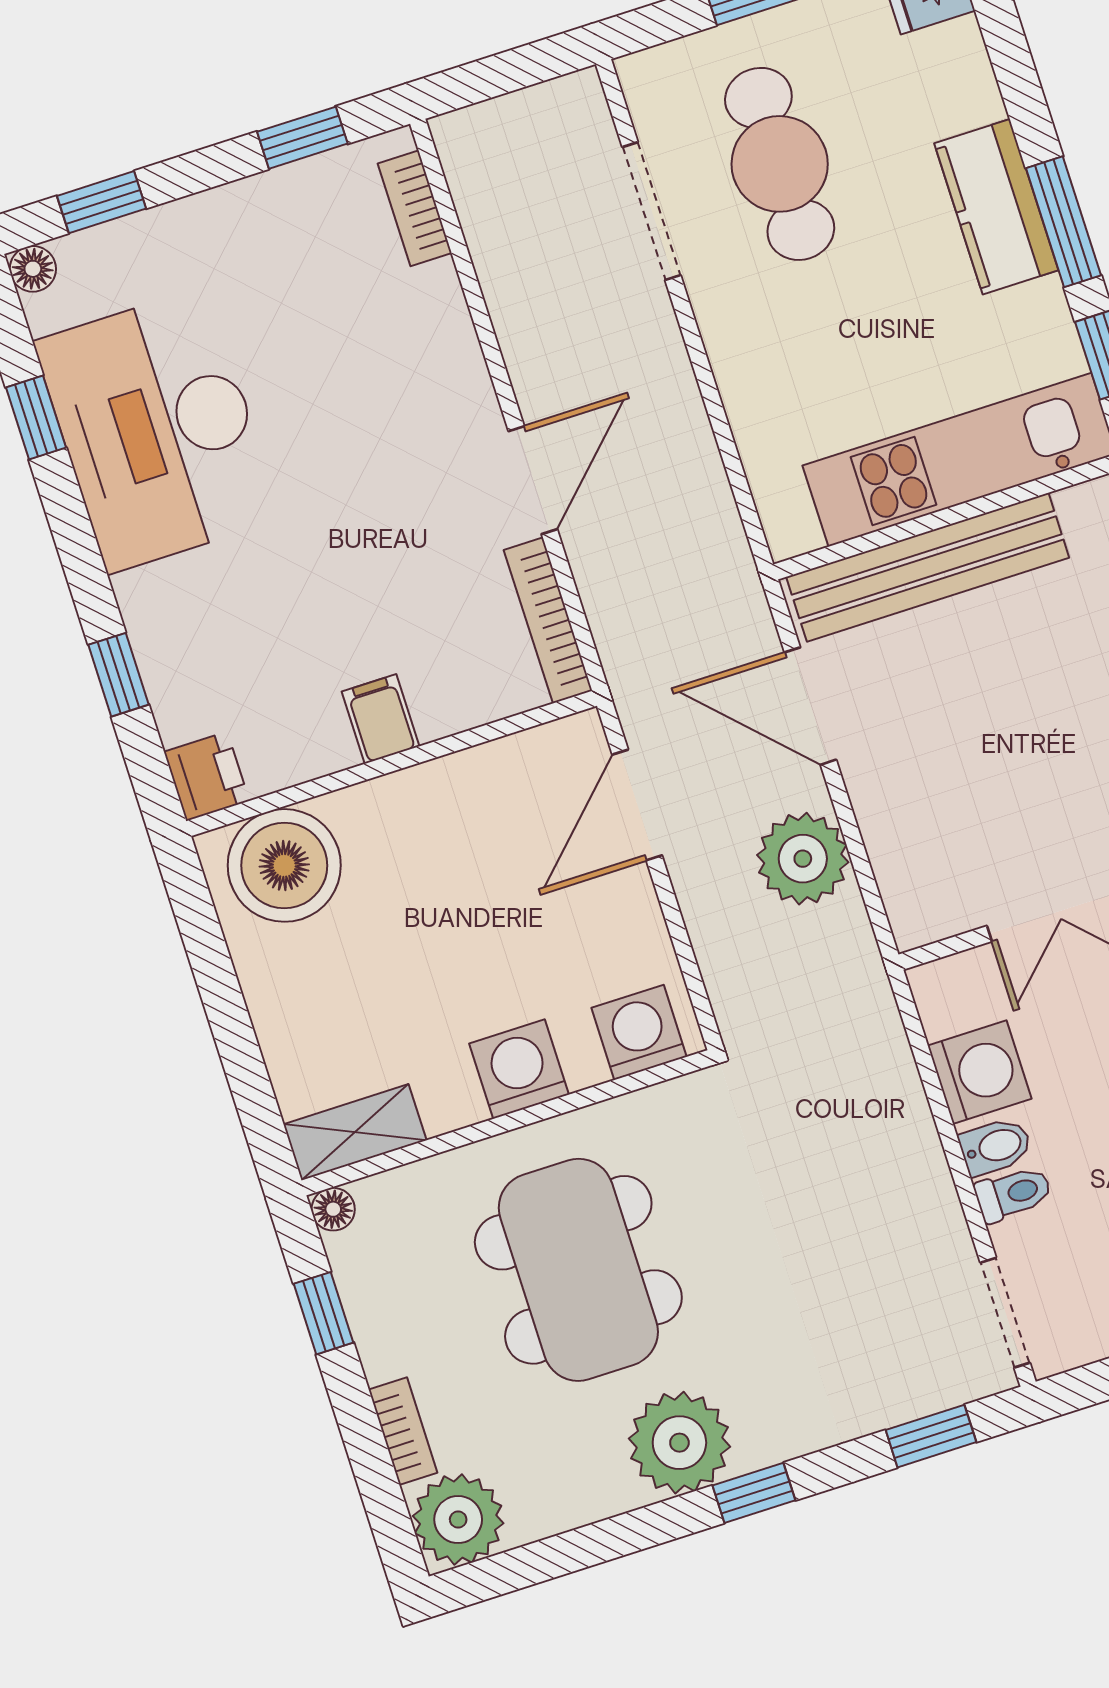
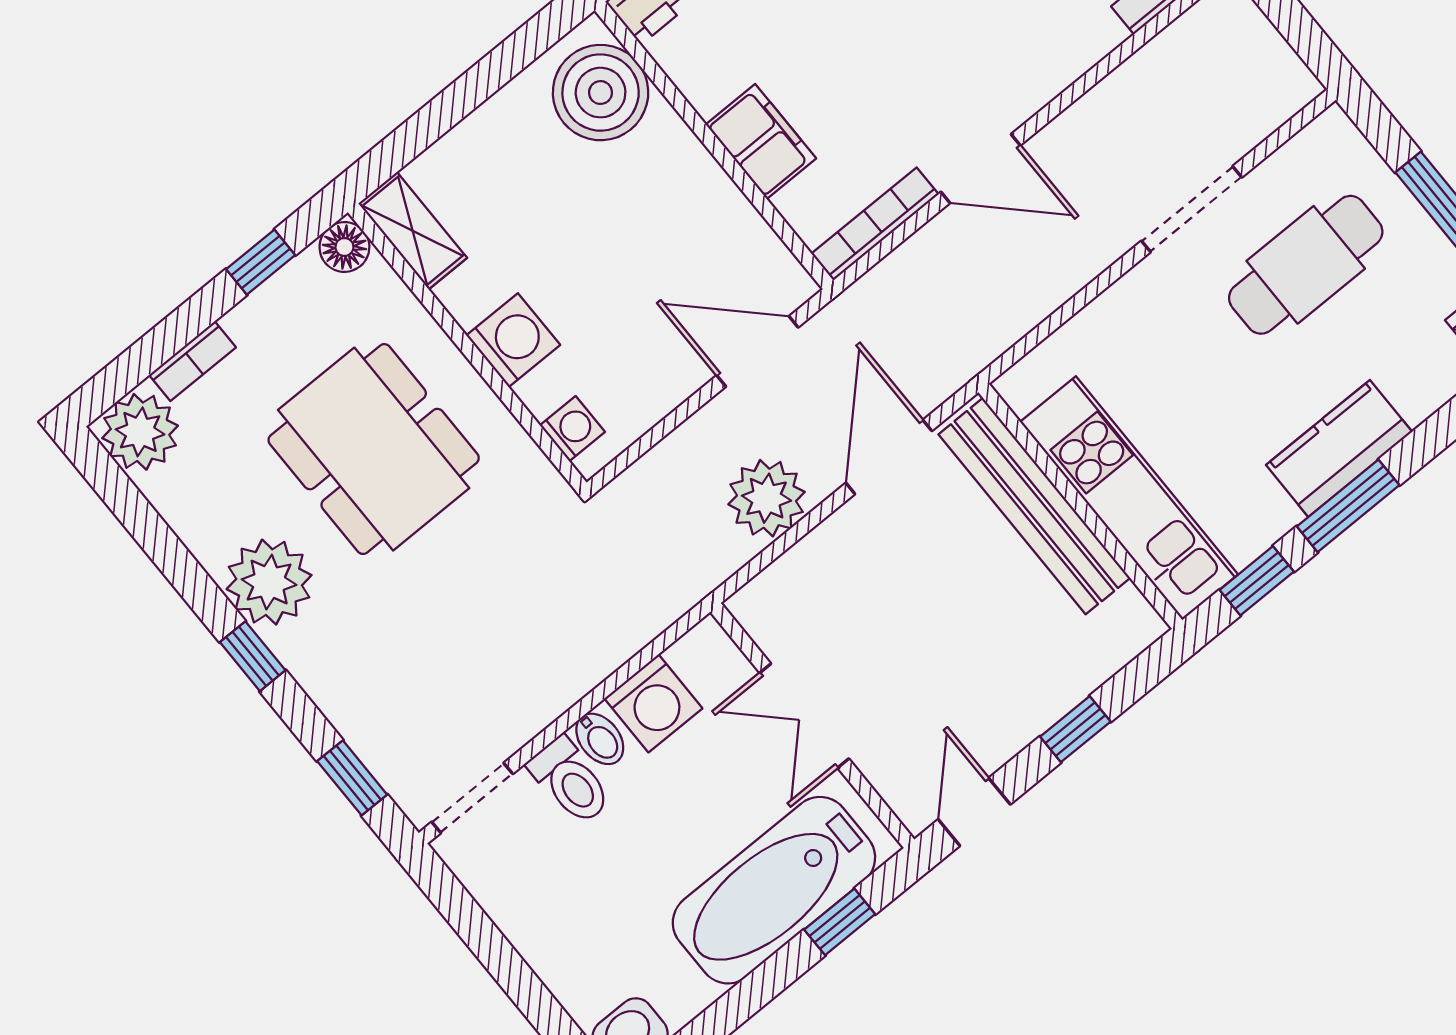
doorway: (651, 211) -> (1192, 209), moved
filing cabinet: (381, 719) -> (761, 141), width x2.00
washing machine: (639, 1032) -> (572, 429), width x0.73, depth x0.73
toilet: (1013, 1194) -> (570, 781), width x1.37, depth x1.39
floor lamp: (333, 1209) -> (344, 247), width x1.37, depth x1.37
dining table: (578, 1270) -> (374, 449), turned 90

